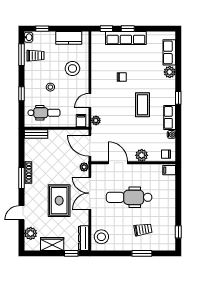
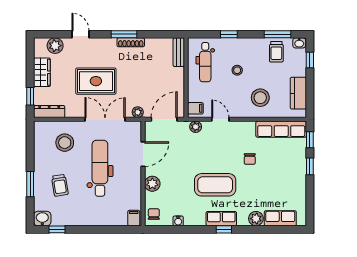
row of seats: (126, 38) -> (281, 129), moved, turned -90
coffee table: (142, 105) -> (215, 185), width x1.36, depth x1.32
row of seats: (170, 117) -> (221, 219), moved
stool: (101, 237) -> (65, 143), moved
washbasin: (170, 244) -> (42, 219), added

